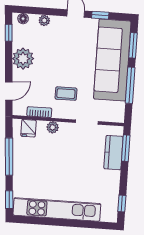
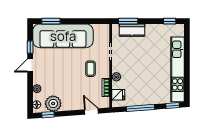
plant: (23, 59) -> (53, 104), moved
window: (130, 85) -> (81, 21), removed

